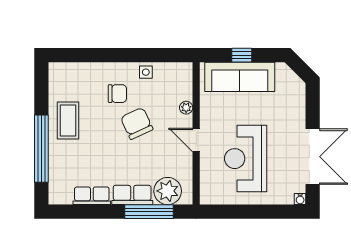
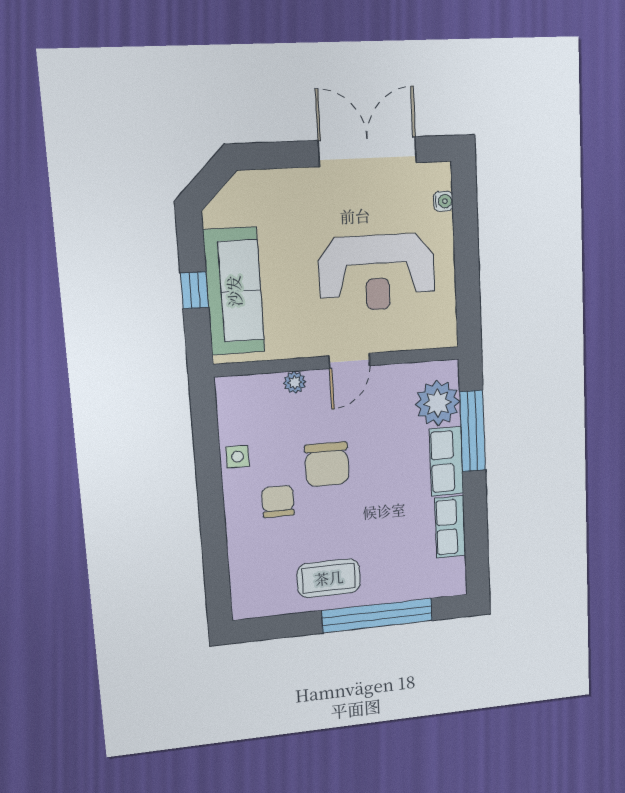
chair: (137, 123) -> (327, 464), turned -65
water cooler: (300, 199) -> (443, 201), moved

